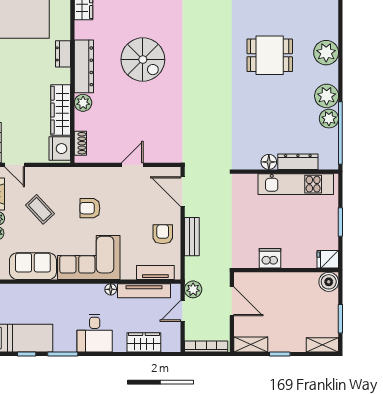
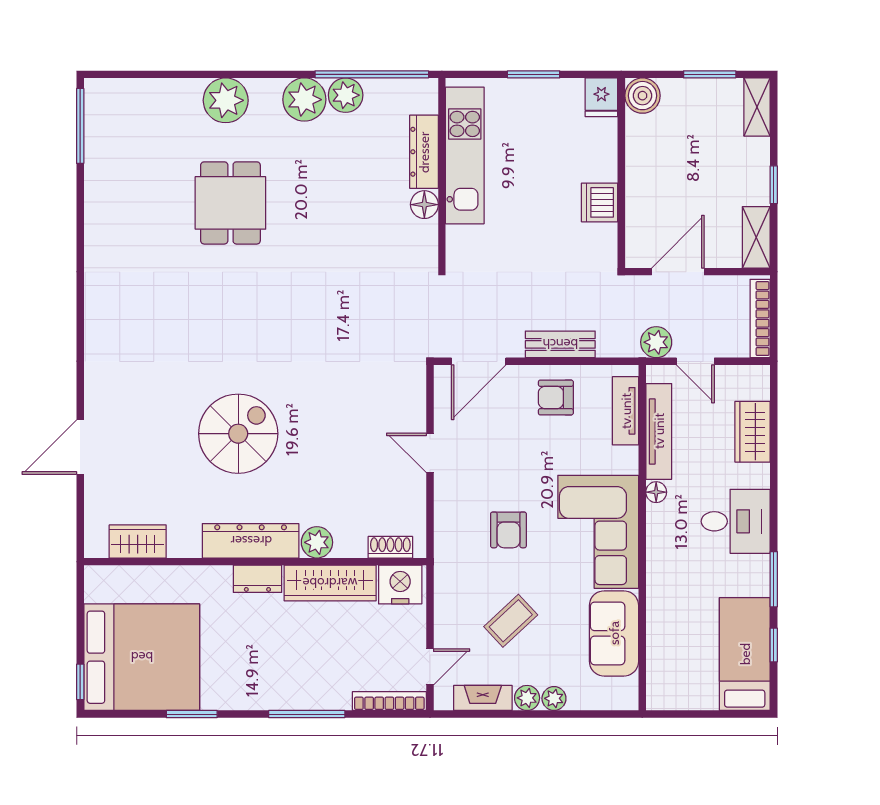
dresser: (63, 54) -> (257, 579), moved

